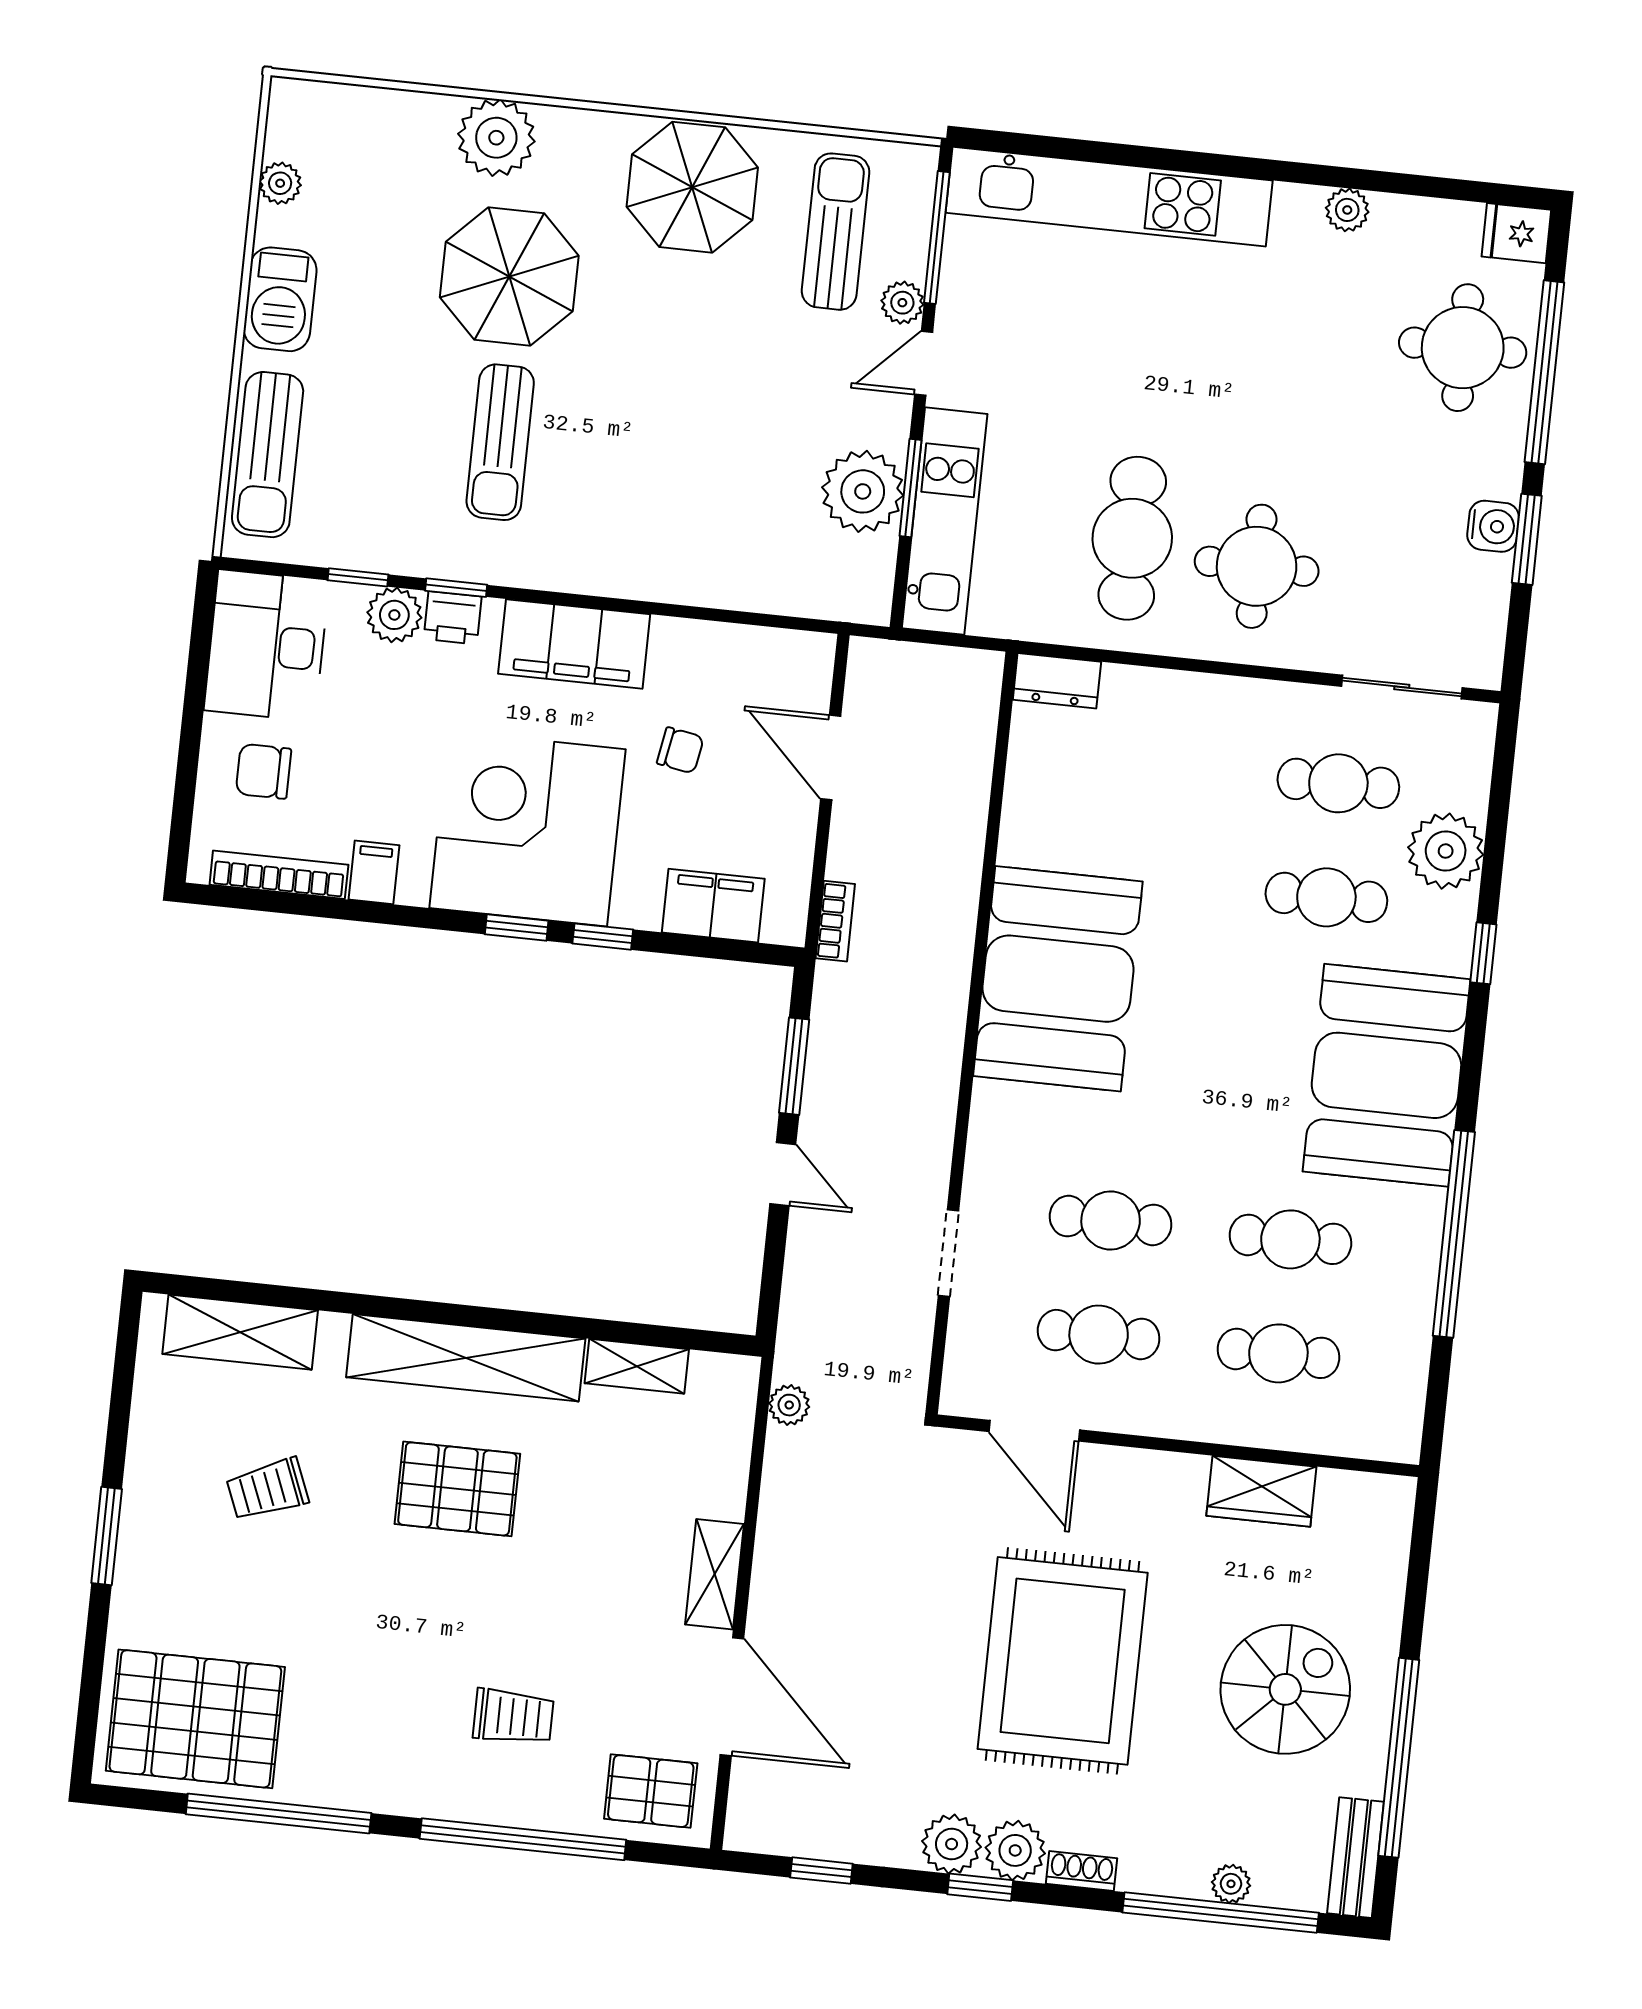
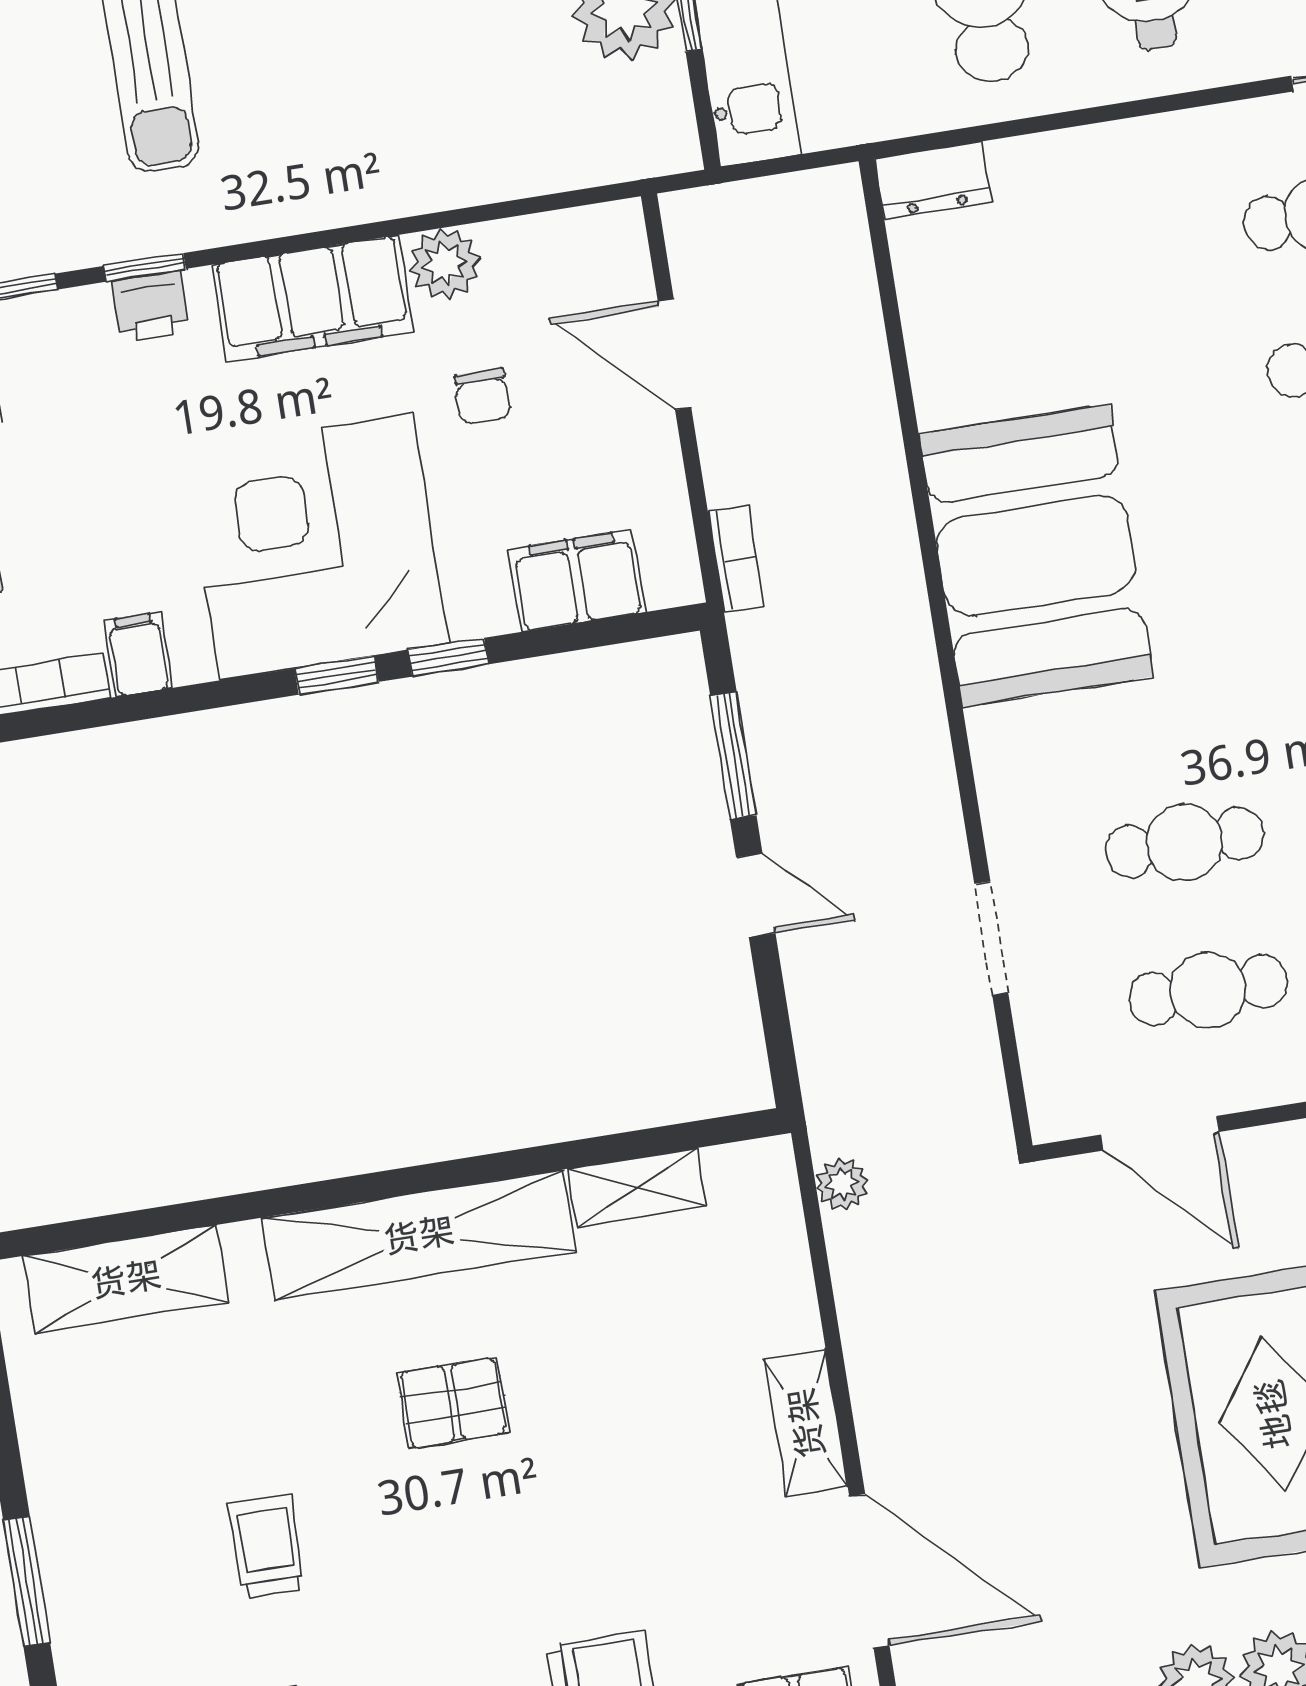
plant: (394, 615) -> (445, 264), moved
chair: (680, 750) -> (482, 396), turned 80
trolley: (267, 1489) -> (267, 1546), moved, turned 112
pallet: (457, 1489) -> (453, 1403), width x0.67, depth x0.71

